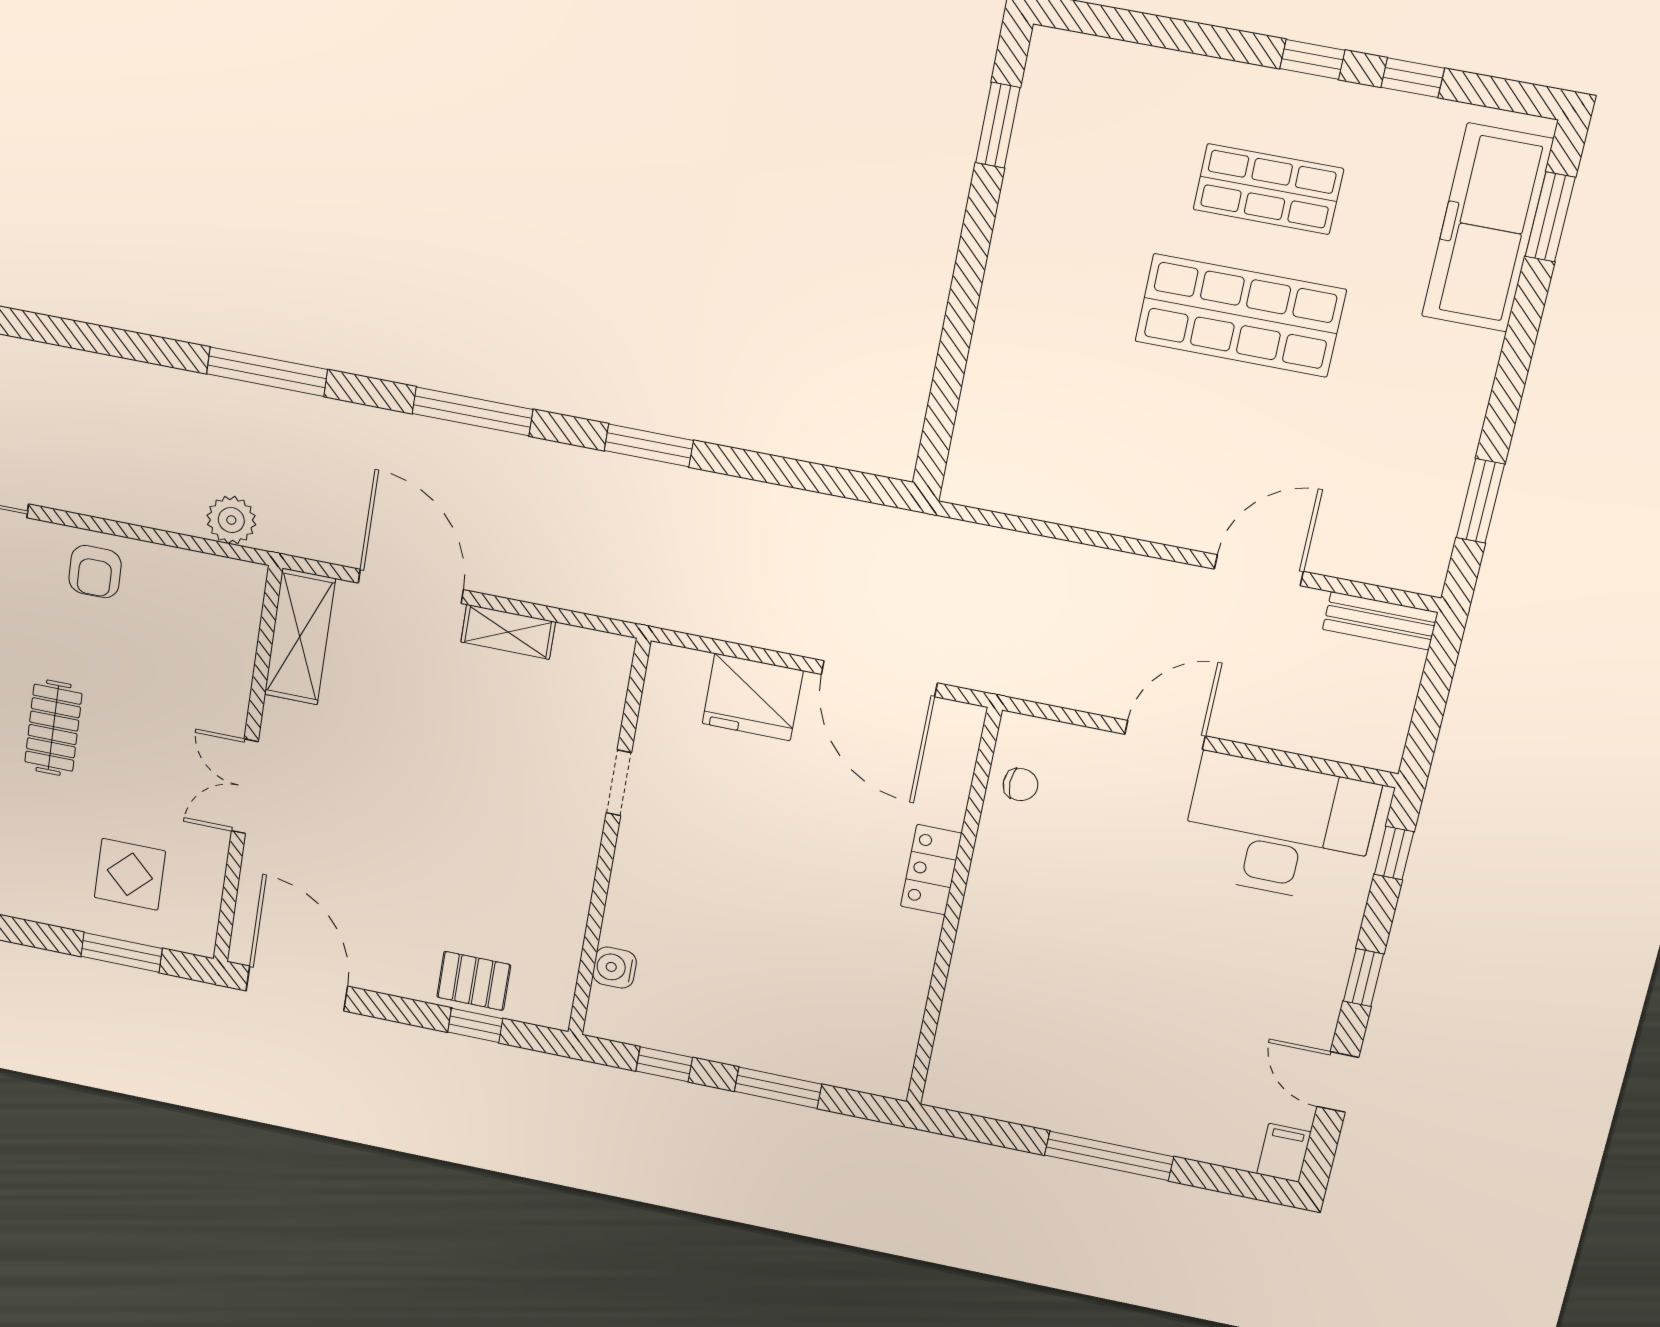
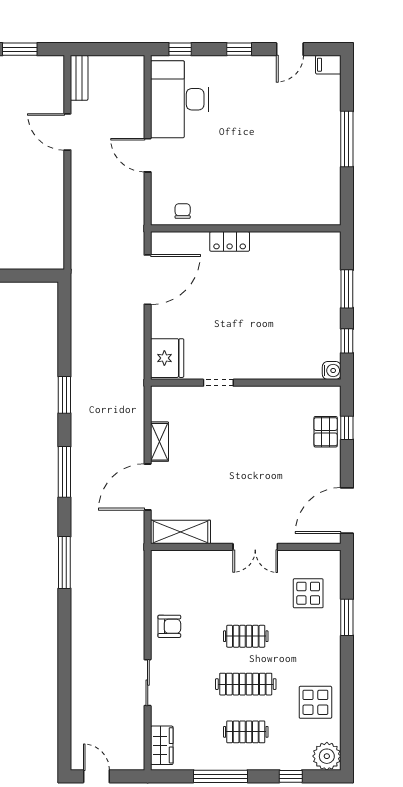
plant: (231, 520) -> (134, 569), removed
fridge: (753, 697) -> (167, 358), moved
window: (121, 952) -> (347, 617), moved
water cooler: (614, 968) -> (332, 370), moved, turned -90

